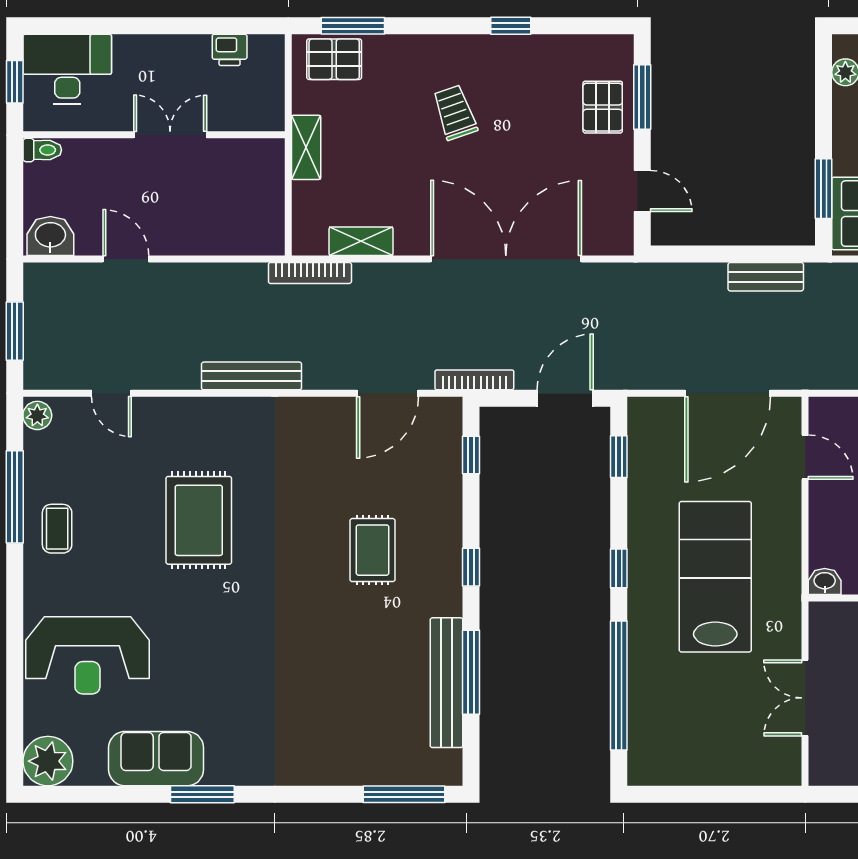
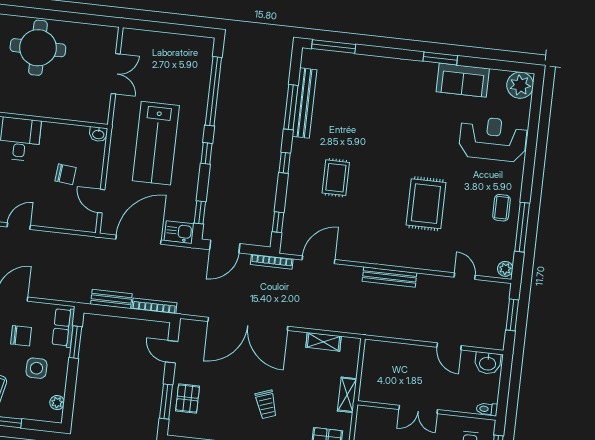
bookcase: (310, 273) -> (154, 306), moved
kitchen sink: (653, 416) -> (179, 232), added

